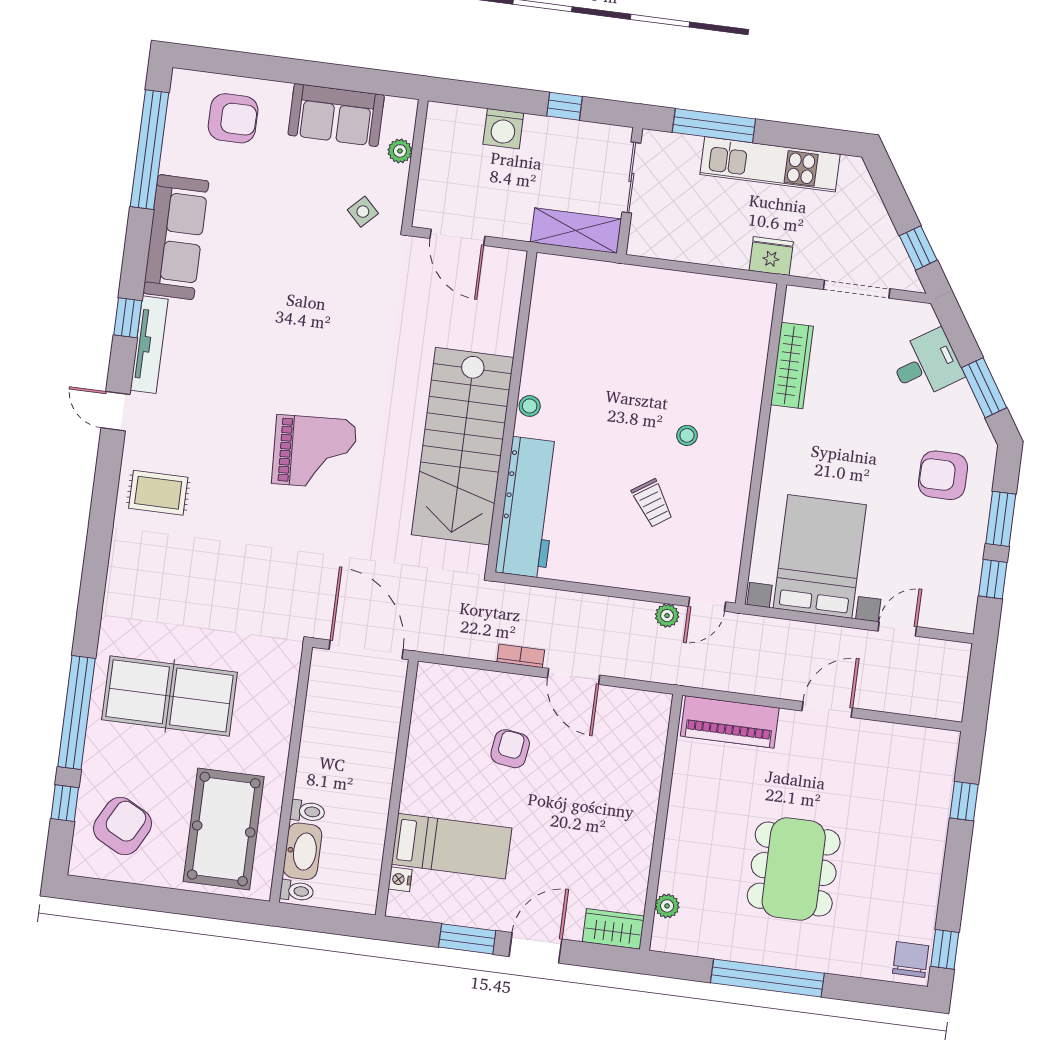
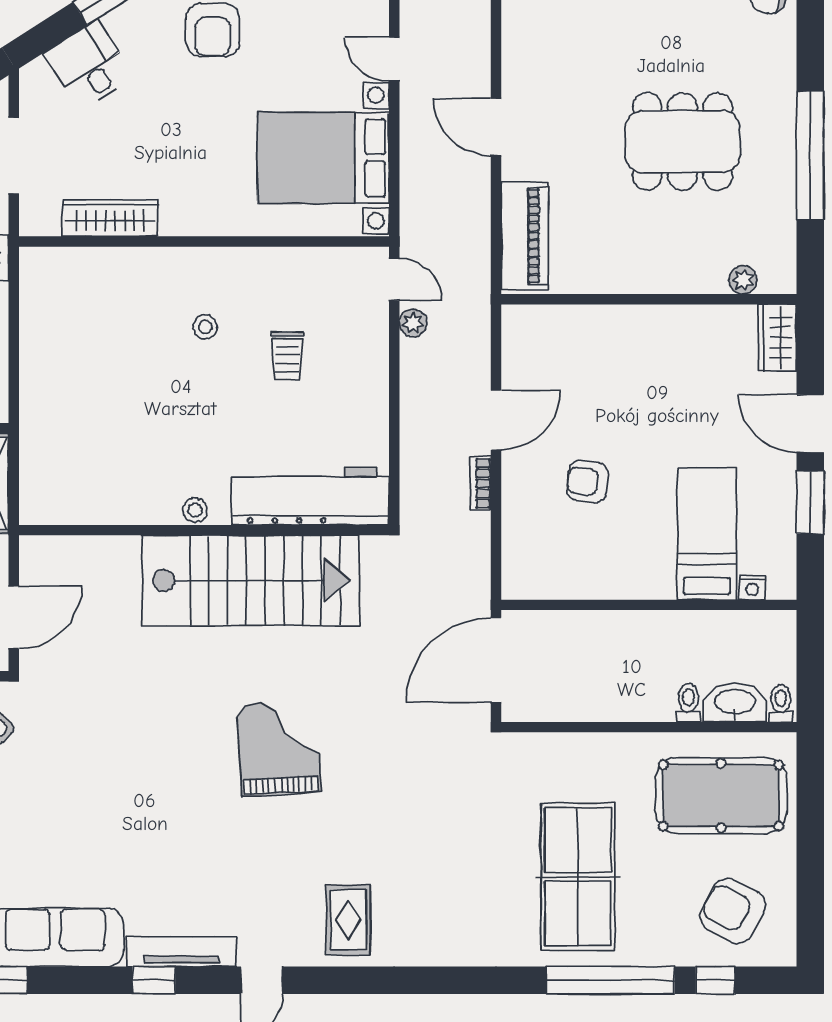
trolley: (652, 503) -> (287, 356), turned 124

